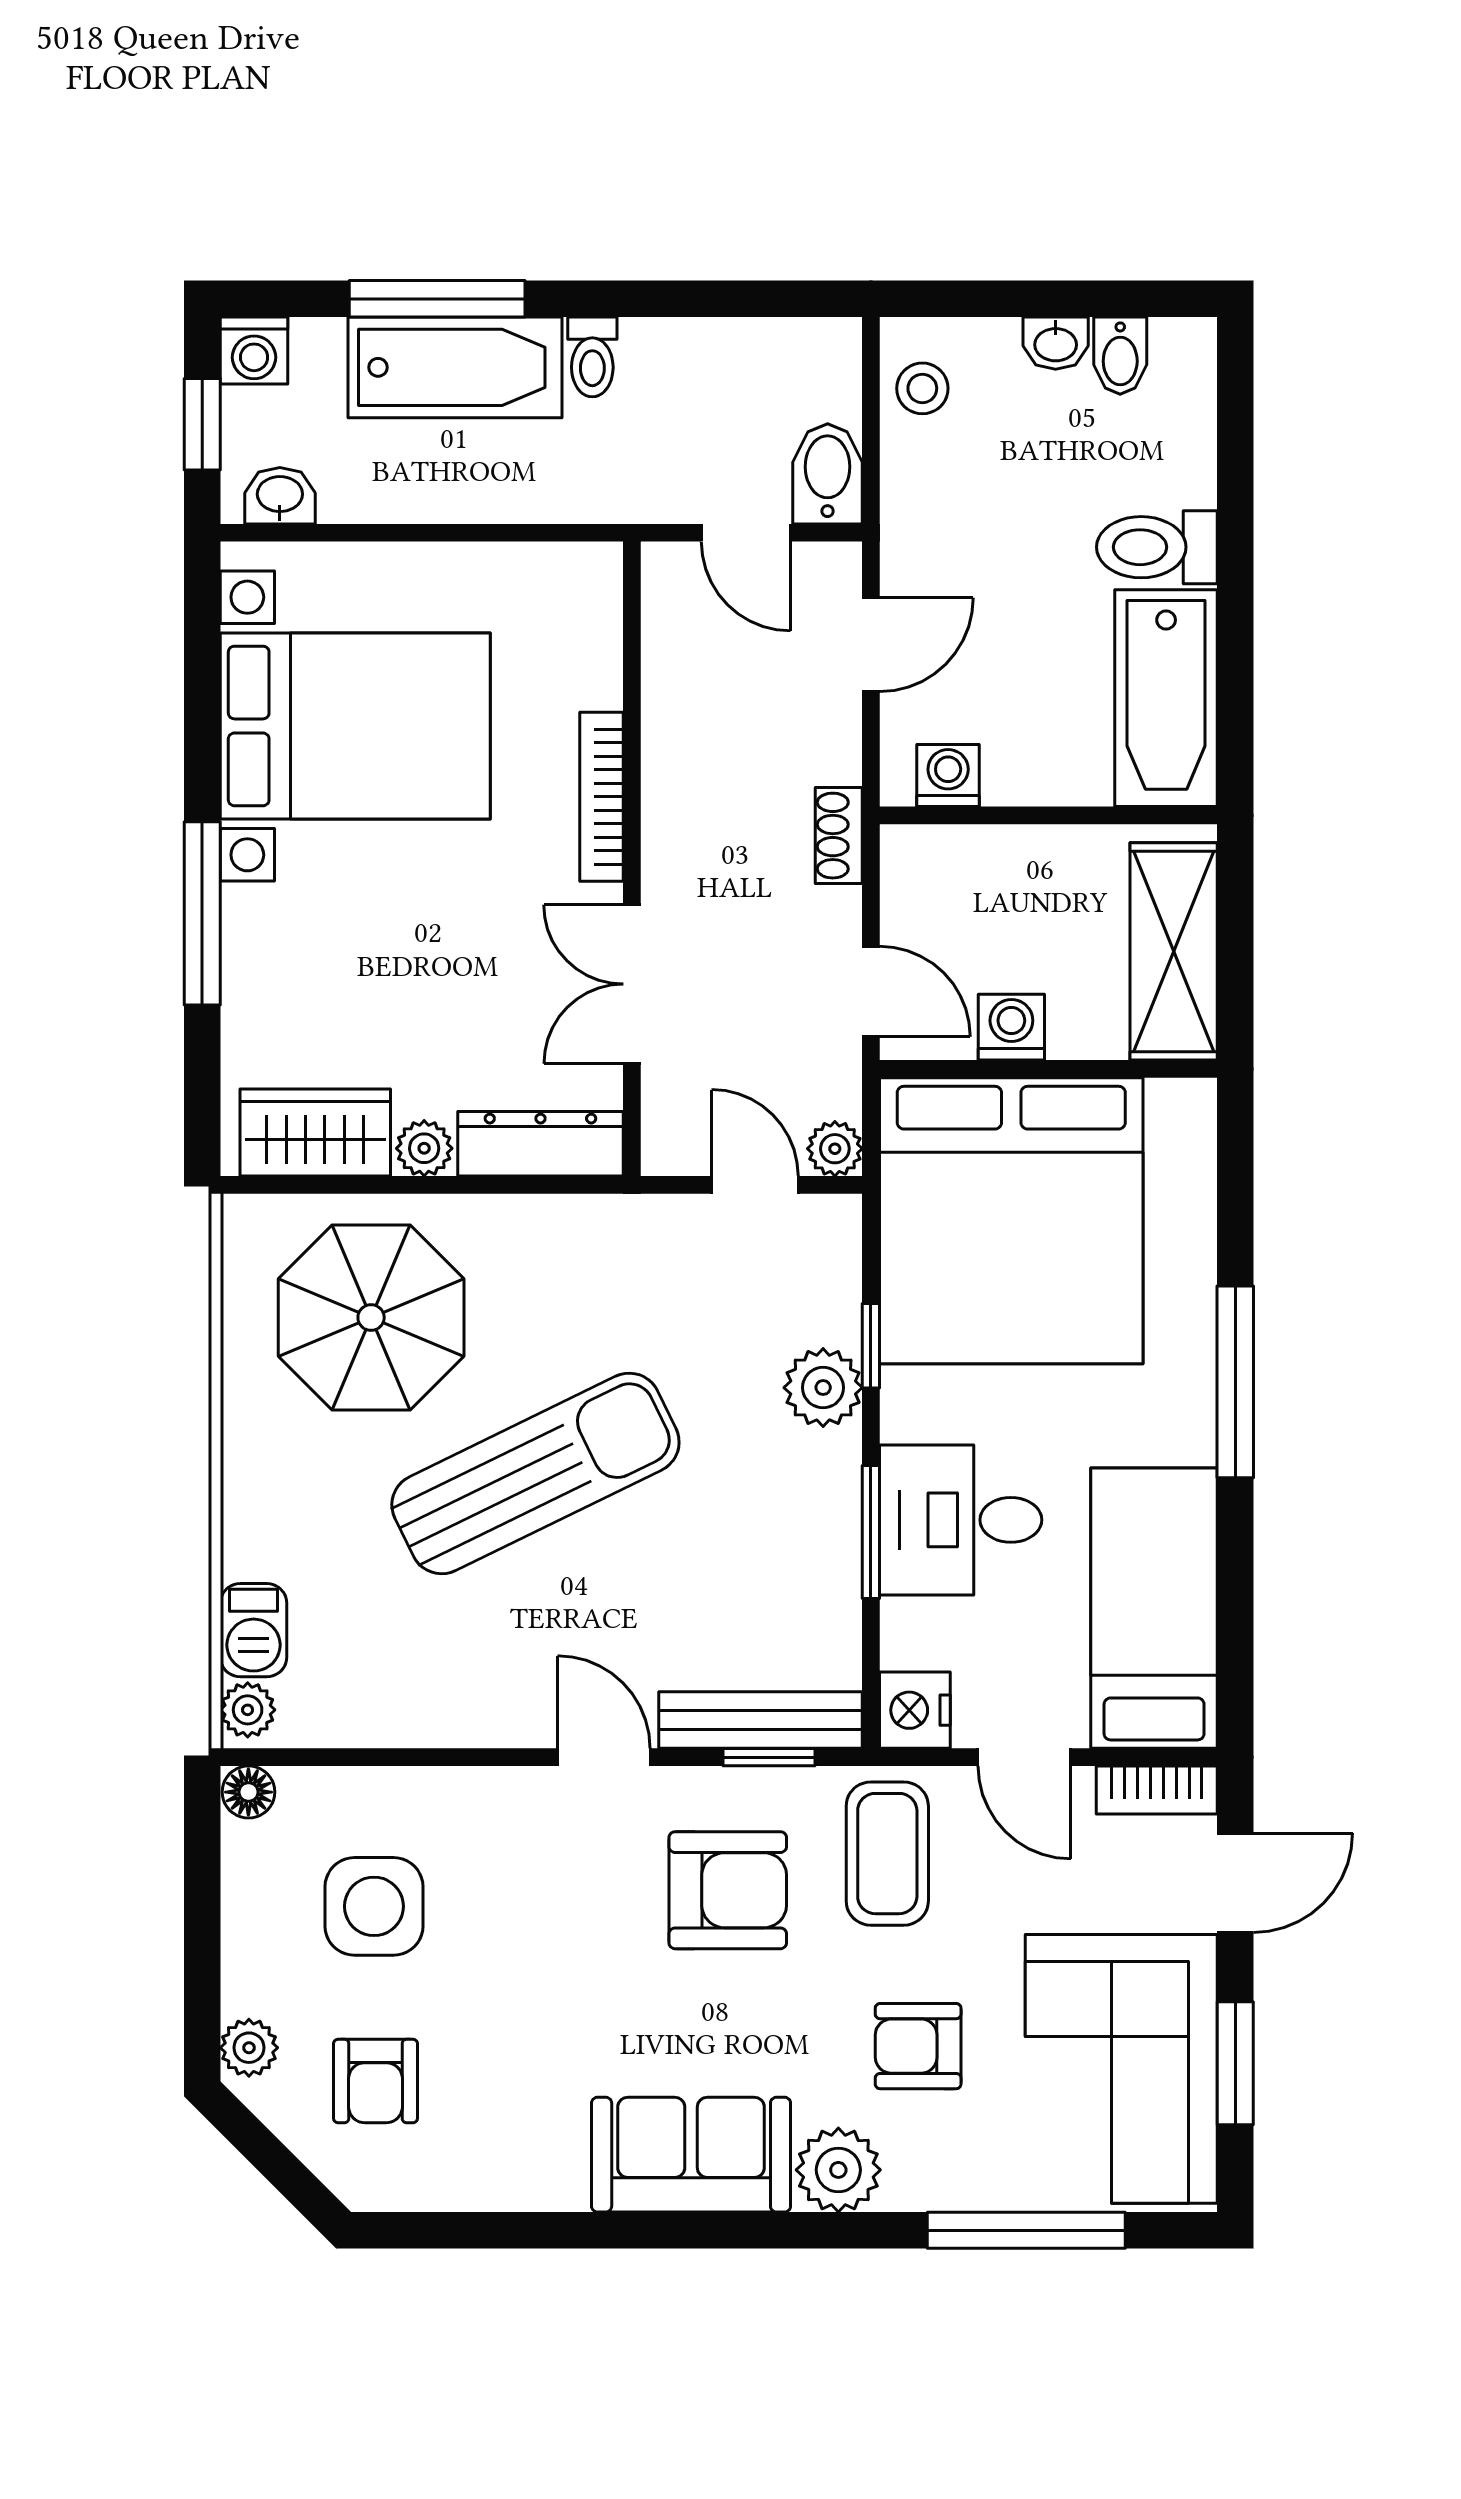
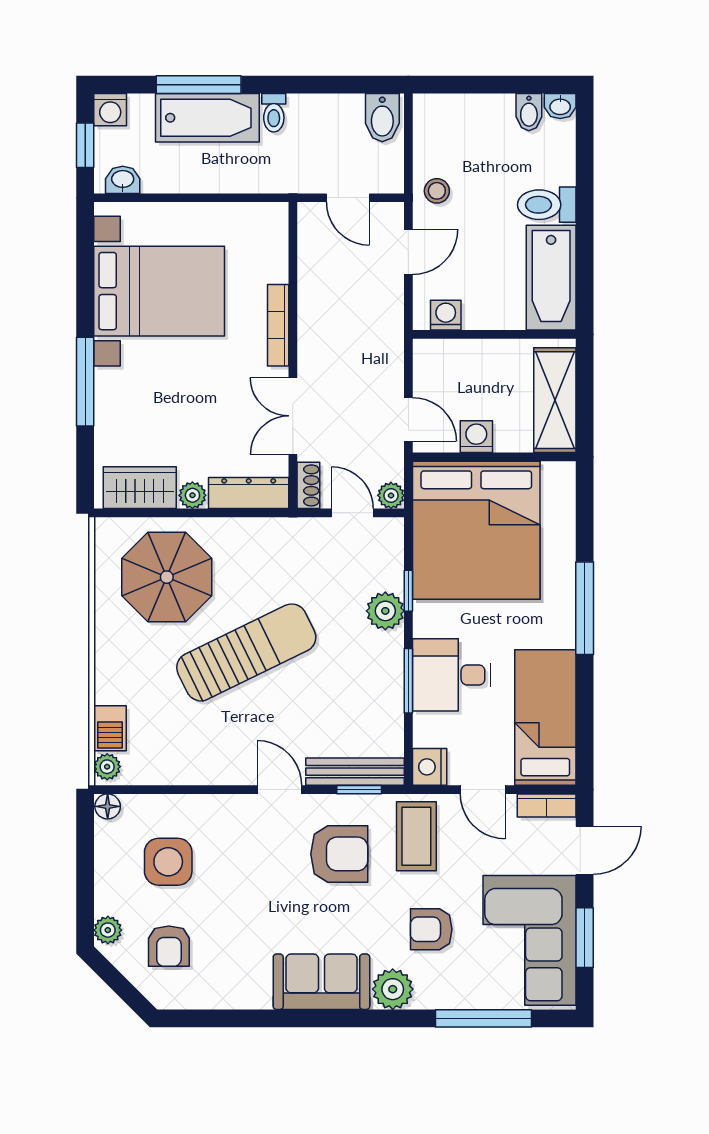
washbasin: (1056, 343) -> (560, 106), moved
stool: (922, 388) -> (437, 191), moved
bidet: (828, 474) -> (382, 118), moved, turned 180
shoe rack: (839, 836) -> (308, 485), moved, turned 180

